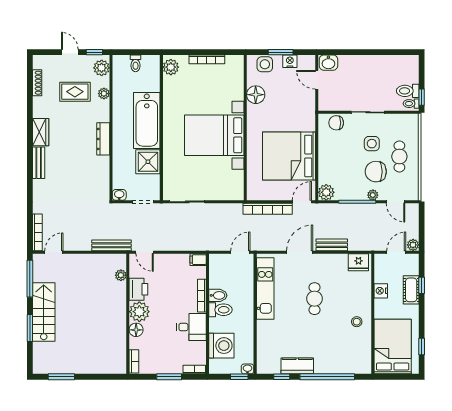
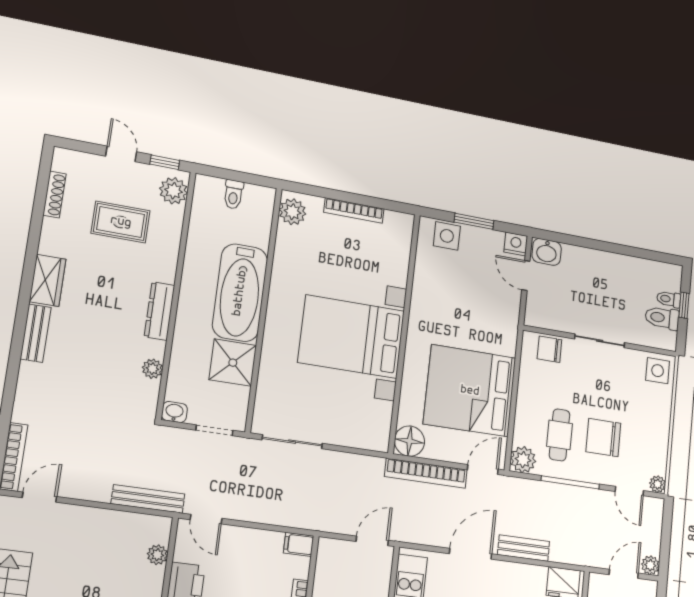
nightstand: (290, 61) -> (516, 244), moved
plant: (104, 94) -> (152, 369), moved
floor lamp: (256, 95) -> (409, 441), moved
window: (422, 97) -> (684, 305), moved
toilet: (411, 104) -> (669, 299), moved
side table: (372, 144) -> (658, 371), moved
cafe table: (399, 156) -> (560, 435), moved
plant: (373, 195) -> (658, 484), moved

